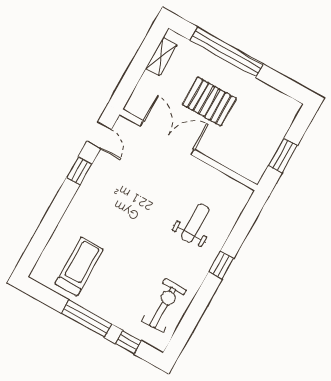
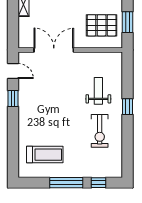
pallet: (209, 101) -> (102, 25), moved
treadmill: (79, 267) -> (45, 155), turned 90
exercise bike: (164, 305) -> (100, 131), moved, turned 180

